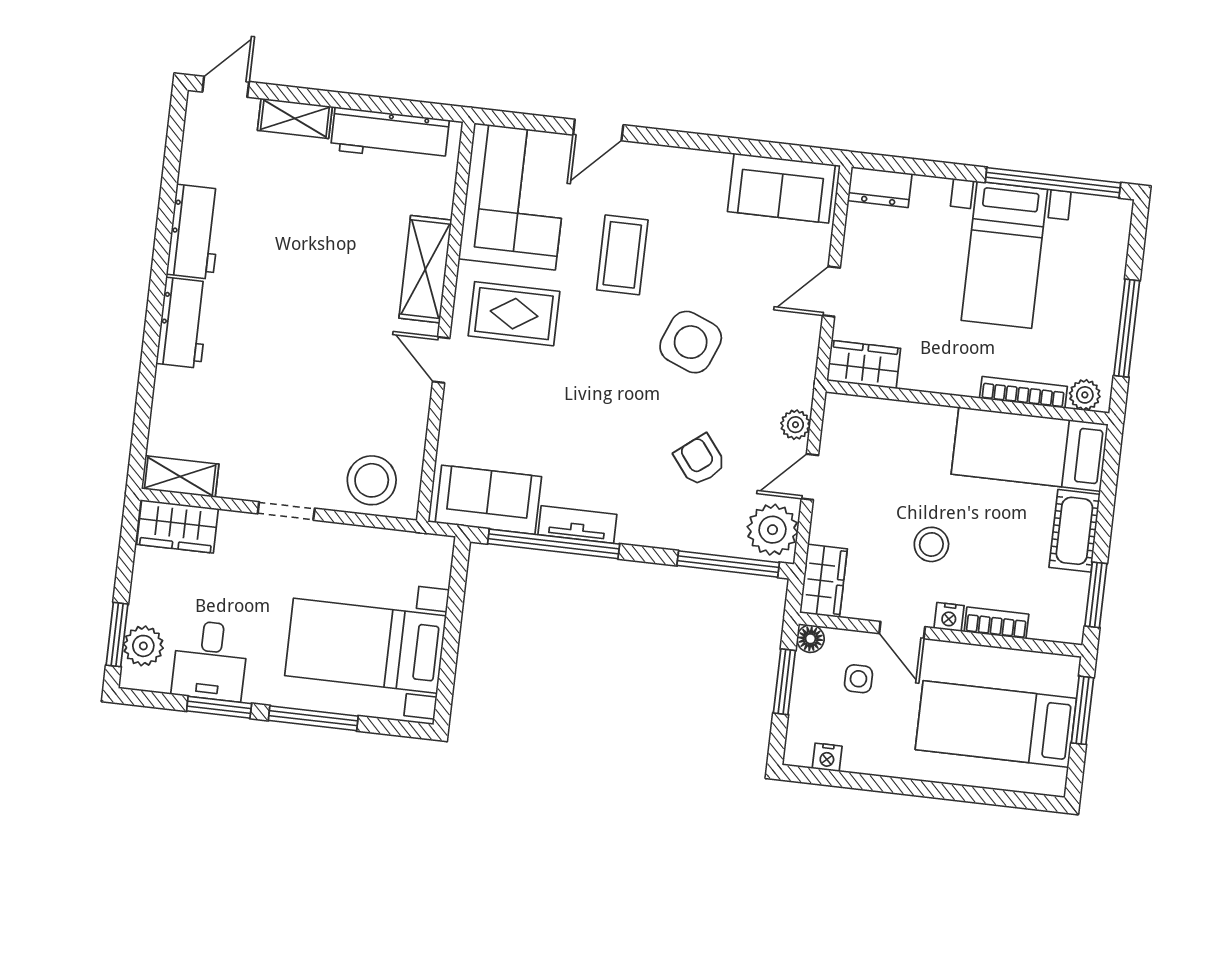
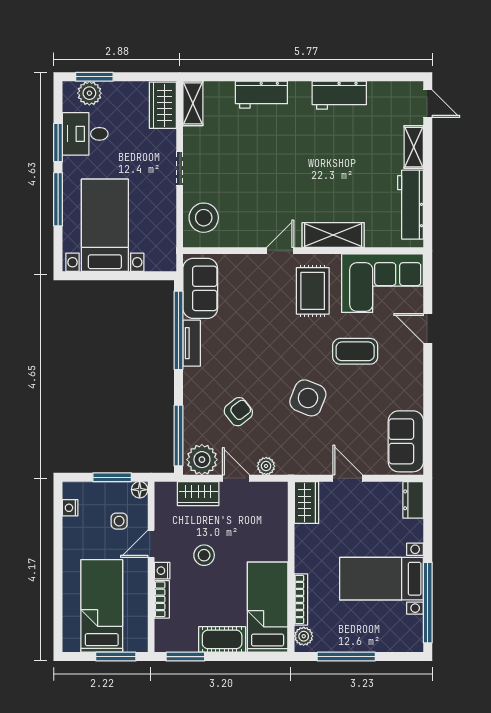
workbench: (183, 323) -> (261, 95), moved
wardrobe: (824, 581) -> (198, 494), moved

